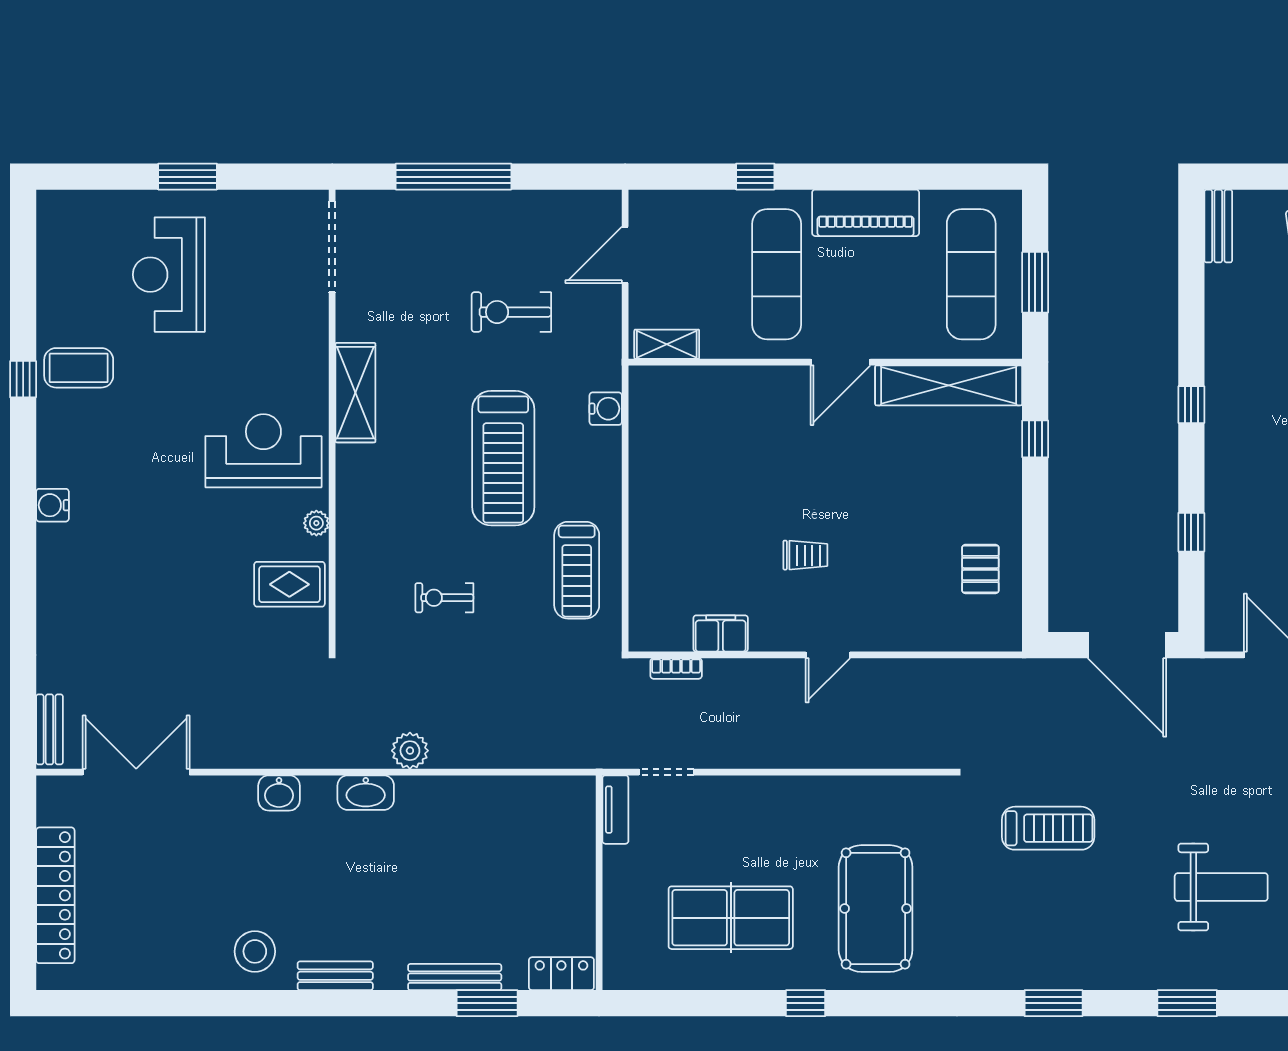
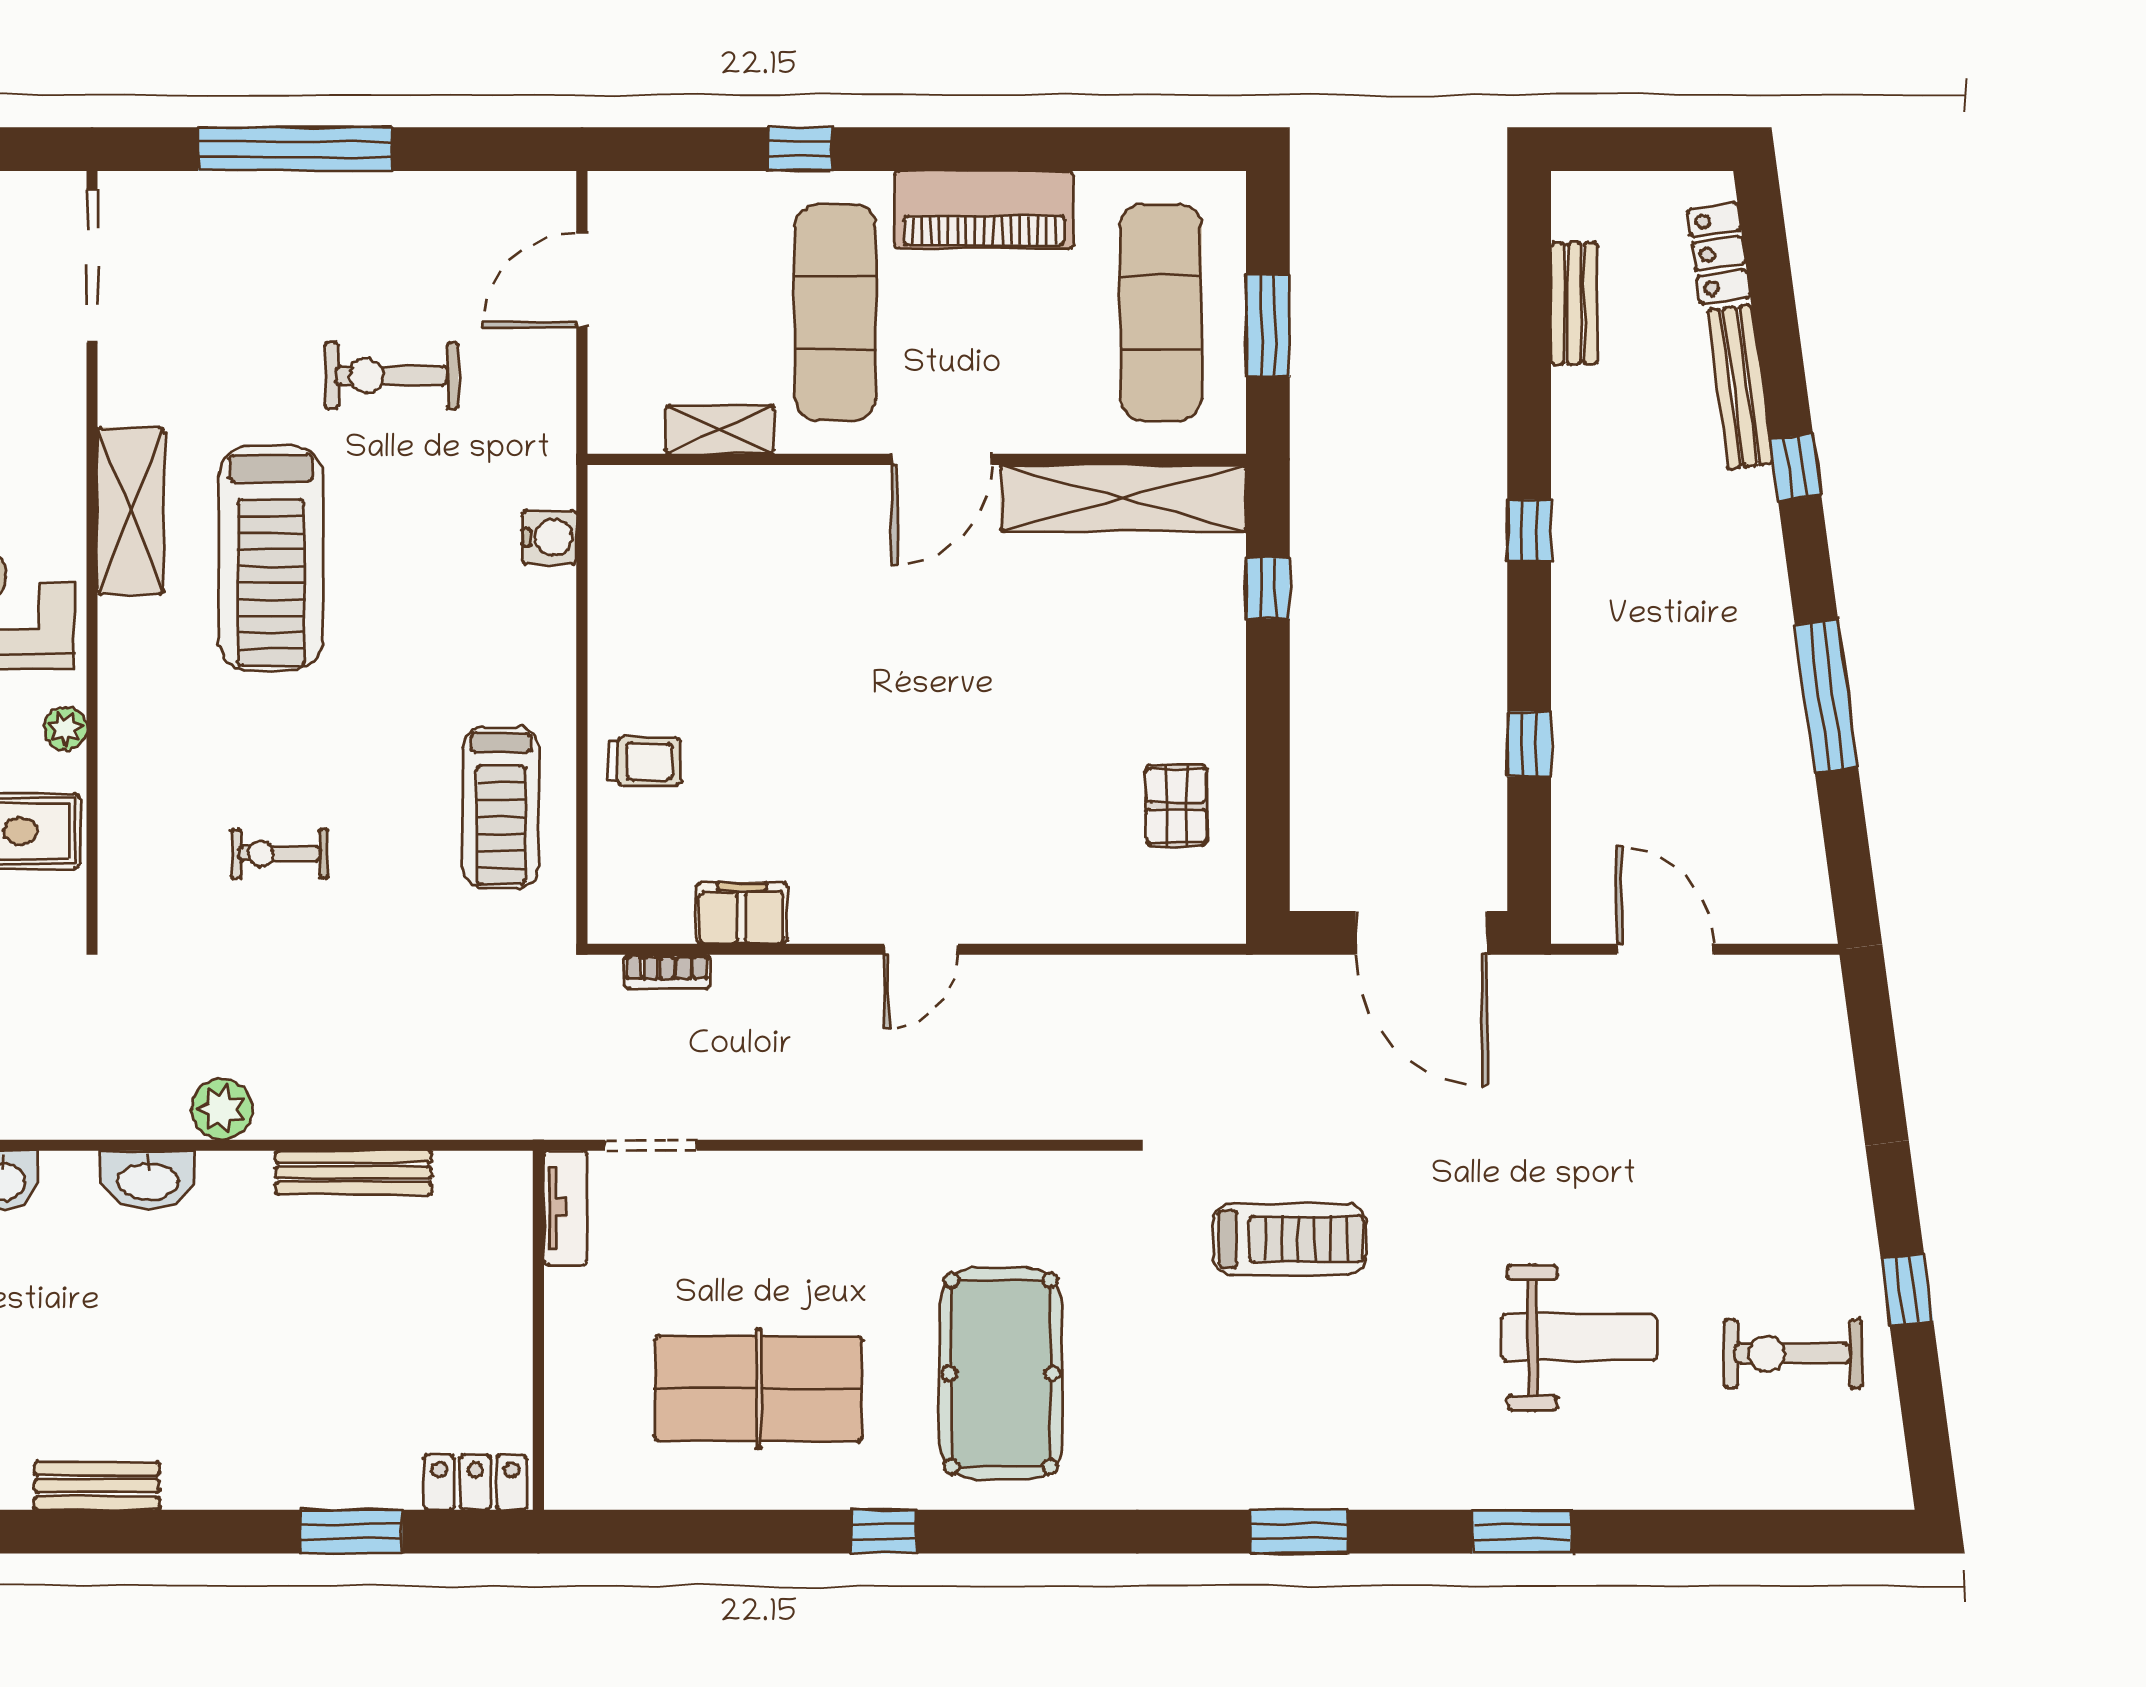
bench: (1218, 226) -> (1574, 303), moved
shelving: (667, 344) -> (720, 429), moved
treadmill: (503, 458) -> (271, 558), moved
trolley: (805, 555) -> (644, 761), moved
bench: (455, 977) -> (353, 1173), moved

